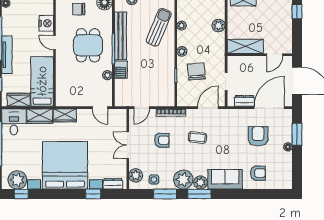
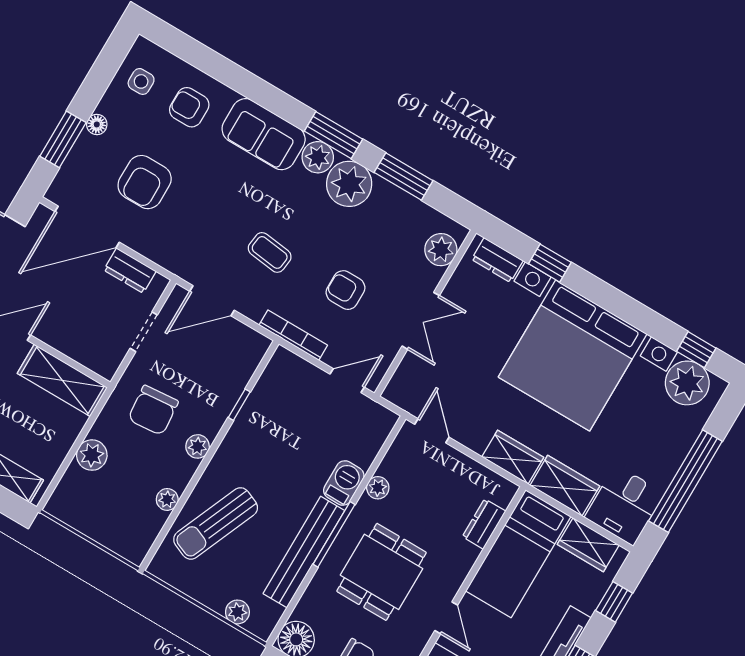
chair: (196, 71) -> (153, 410), moved
dresser: (61, 85) -> (484, 524), added
side table: (154, 180) -> (141, 81), moved

